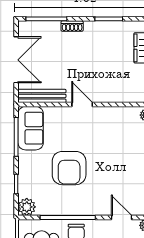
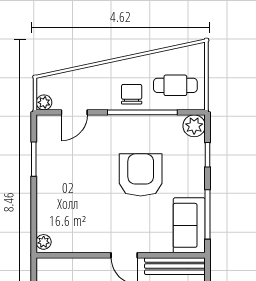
door: (122, 218) -> (74, 112), hinge flipped

